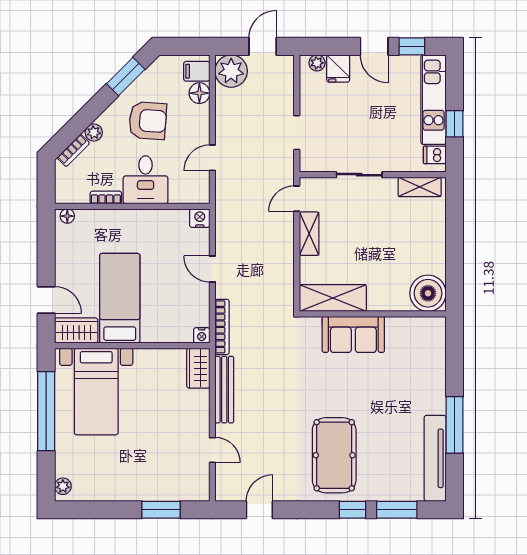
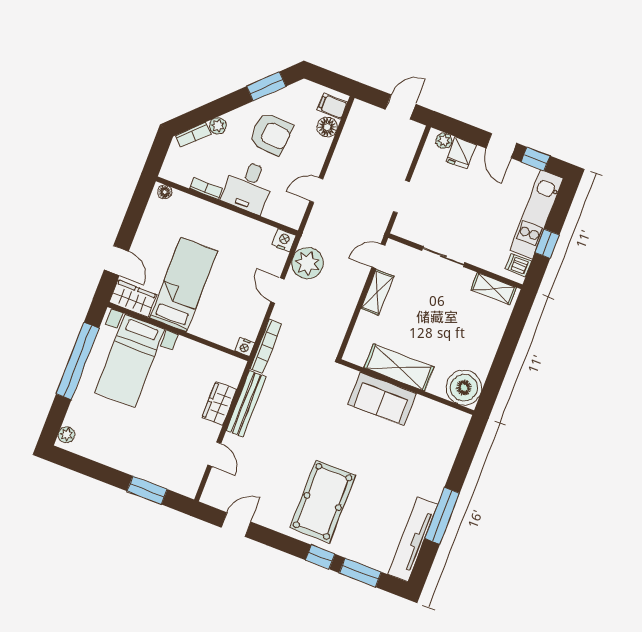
plant: (231, 71) -> (308, 263), moved
shelving: (333, 298) -> (399, 367), moved
wardrobe: (198, 368) -> (219, 403), moved

